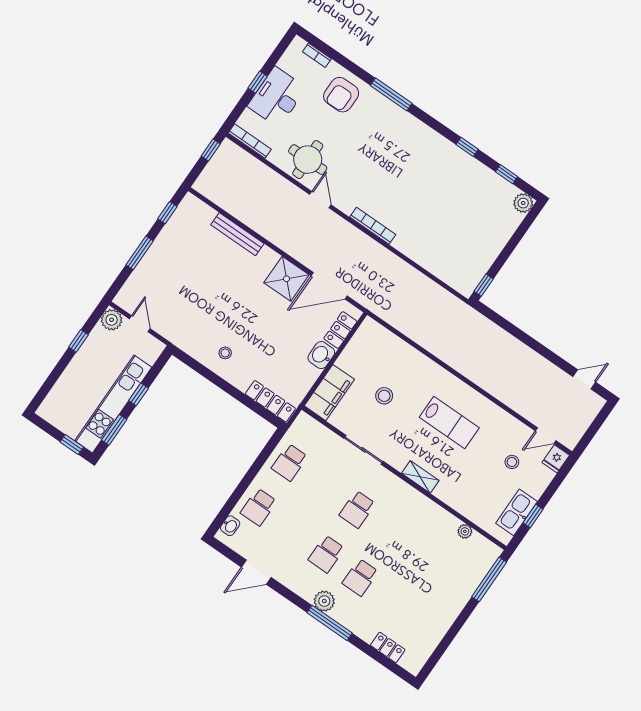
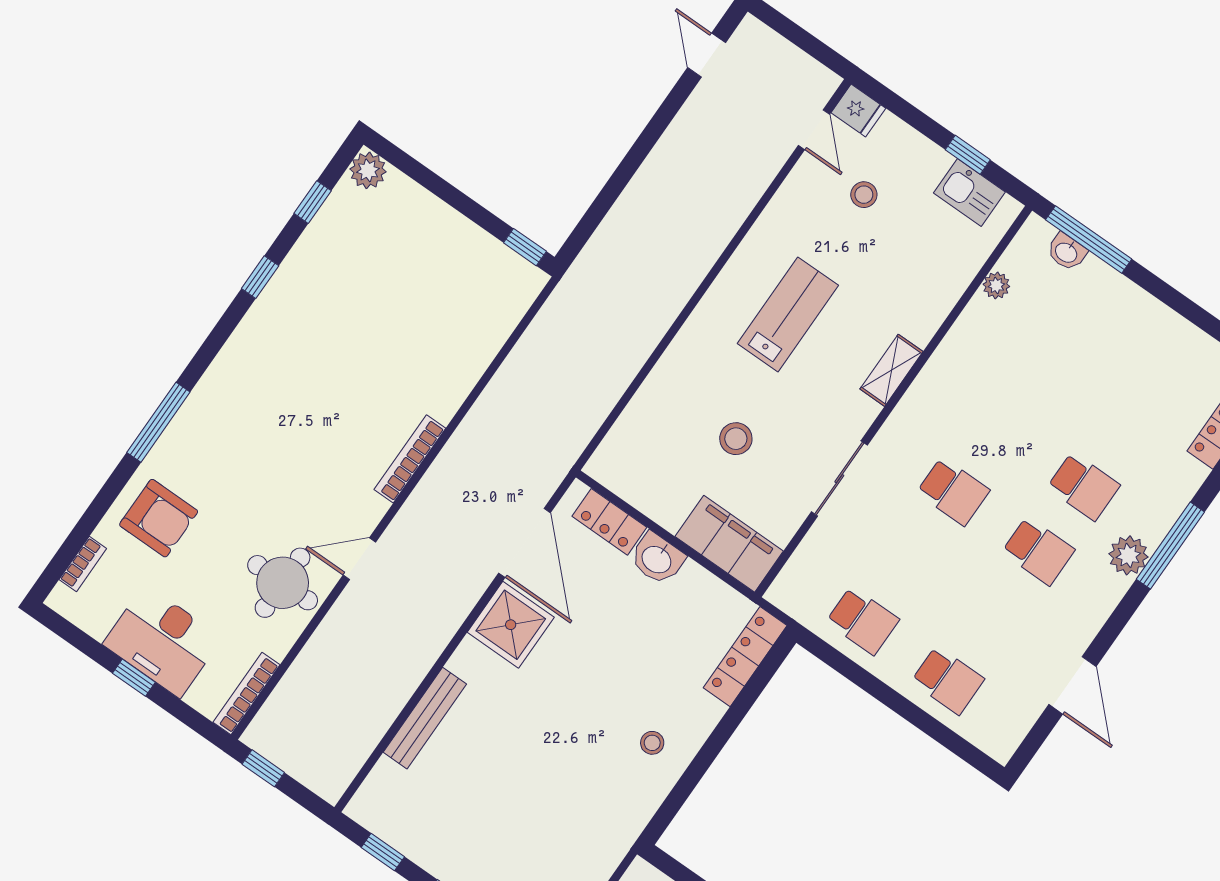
kitchen sink: (517, 512) -> (969, 192), width x0.73
washbasin: (230, 526) -> (1067, 252), moved, turned 180

